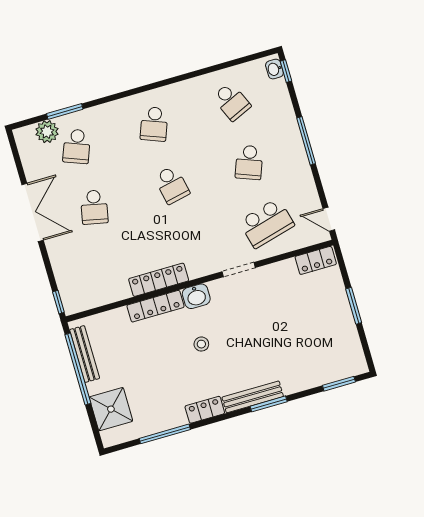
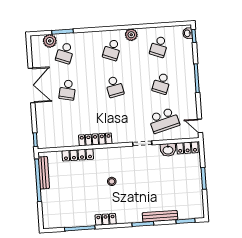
plant: (181, 92) -> (131, 35), added
school desk: (232, 102) -> (159, 47), turned 45
washbasin: (196, 296) -> (168, 150), moved
locker: (156, 306) -> (78, 155), moved
bench: (253, 397) -> (160, 216), moved
shower: (111, 409) -> (52, 207), removed

